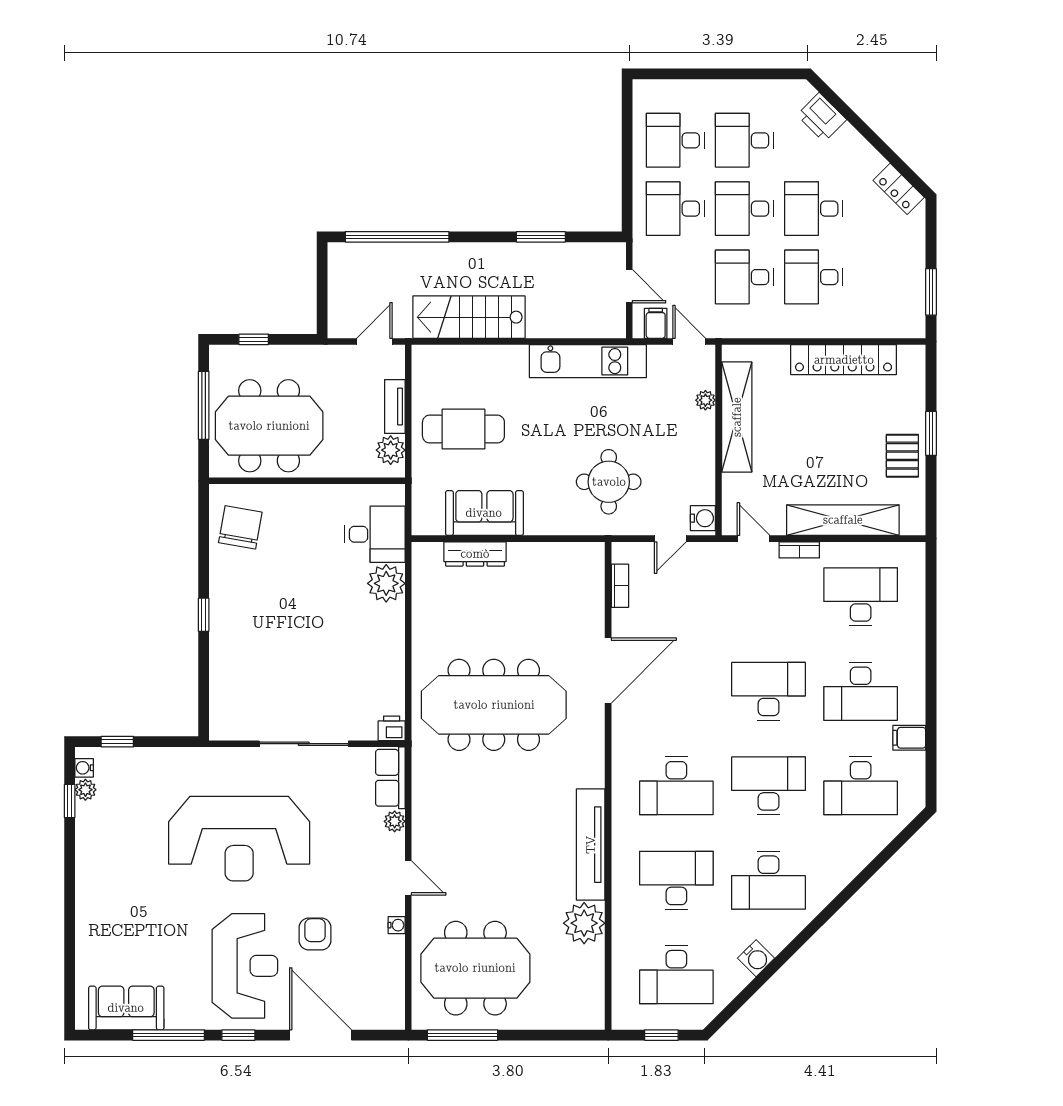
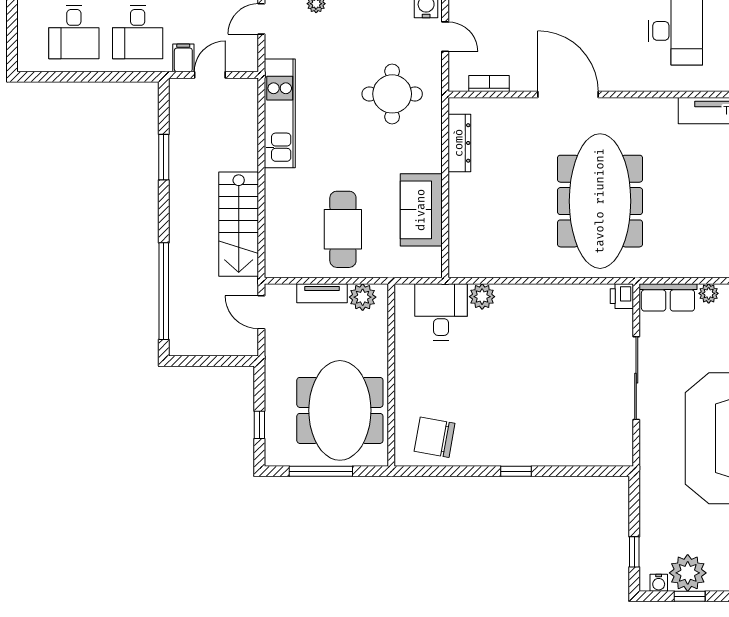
filing cabinet: (656, 323) -> (183, 58), moved, turned 90
dresser: (475, 554) -> (459, 143), moved
plant: (386, 583) -> (482, 297), width x0.73, depth x0.73
plant: (85, 790) -> (688, 573), width x1.88, depth x1.88

